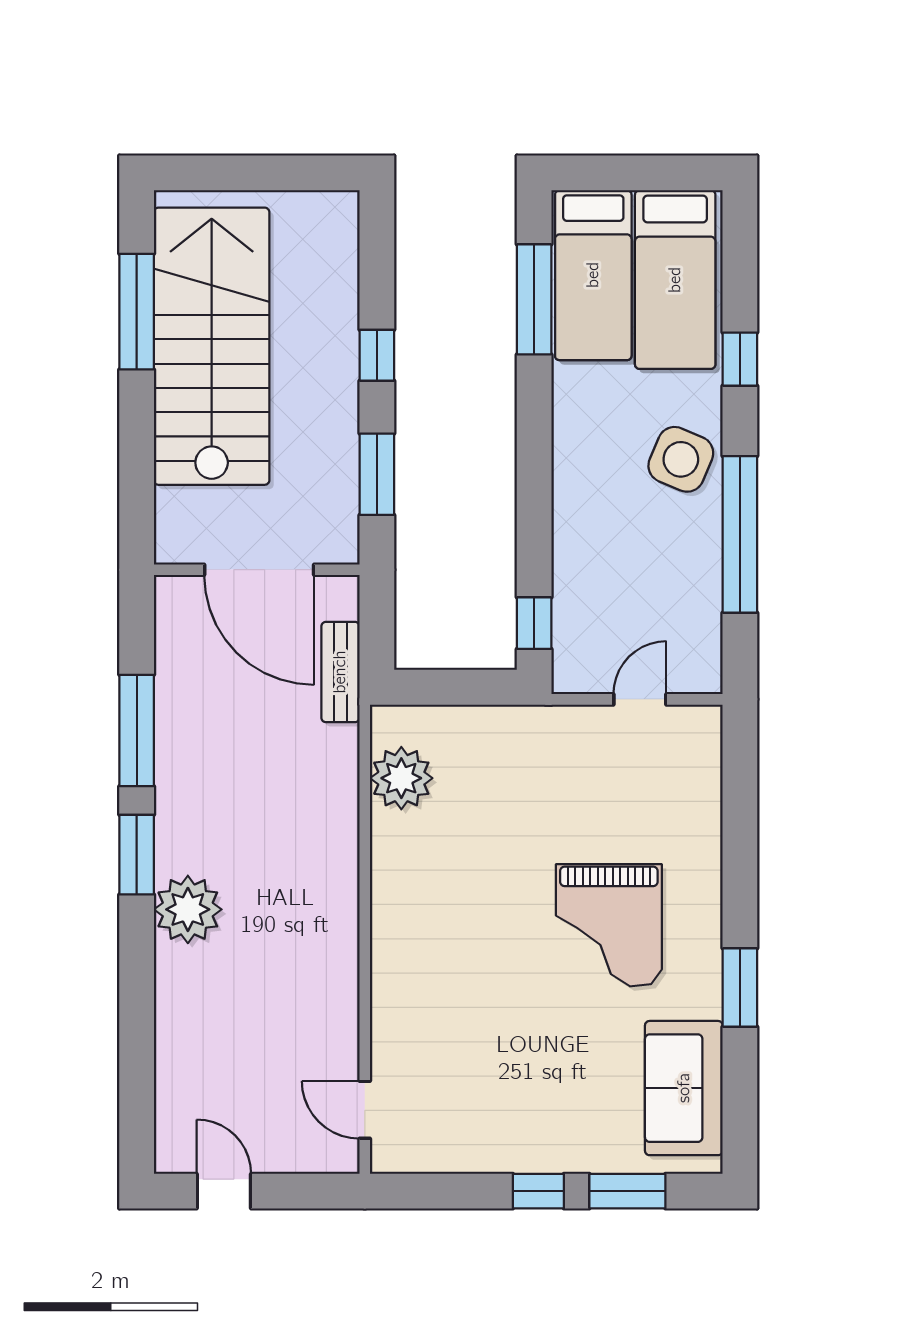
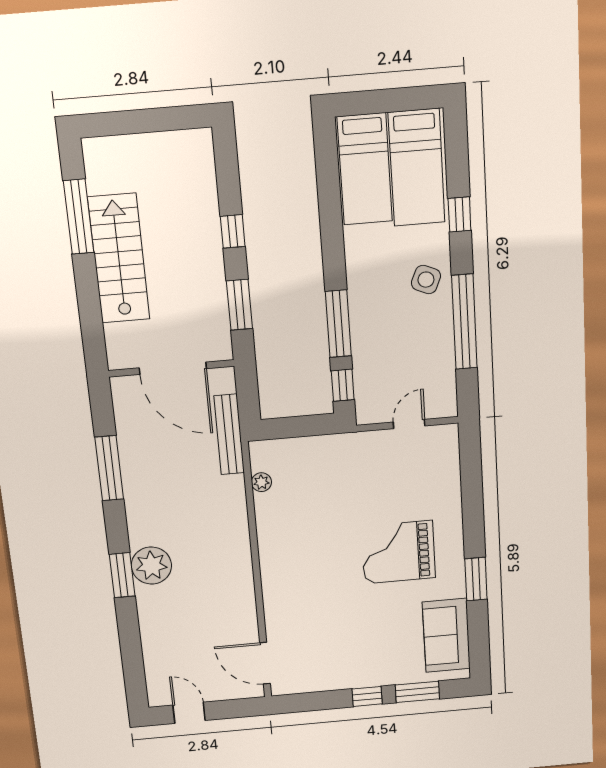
window: (534, 299) -> (338, 324), moved
stairs: (212, 346) -> (119, 259), width x0.73, depth x0.66
side table: (681, 459) -> (426, 280), width x0.73, depth x0.73
bench: (340, 672) -> (229, 434), width x1.36
plant: (401, 778) -> (261, 482), width x0.53, depth x0.53
window: (137, 855) -> (122, 575), moved
grand piano: (609, 925) -> (398, 552), turned 90
door: (365, 1110) -> (265, 663), width x1.38

